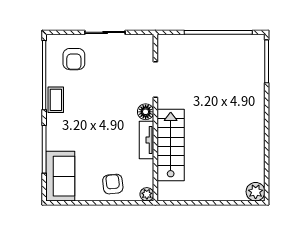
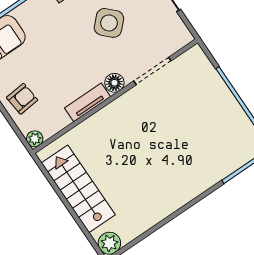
side table: (101, 87) -> (109, 23), added
stairs: (171, 145) -> (78, 189), moved, turned -90

